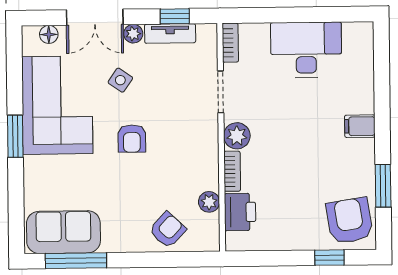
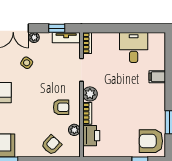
tv unit: (170, 34) -> (66, 38), moved
desk: (306, 50) -> (134, 47), width x0.73
filing cabinet: (360, 126) -> (157, 77), moved
armchair: (132, 139) -> (61, 107), moved, turned -90
armchair: (349, 221) -> (151, 141), turned -81

